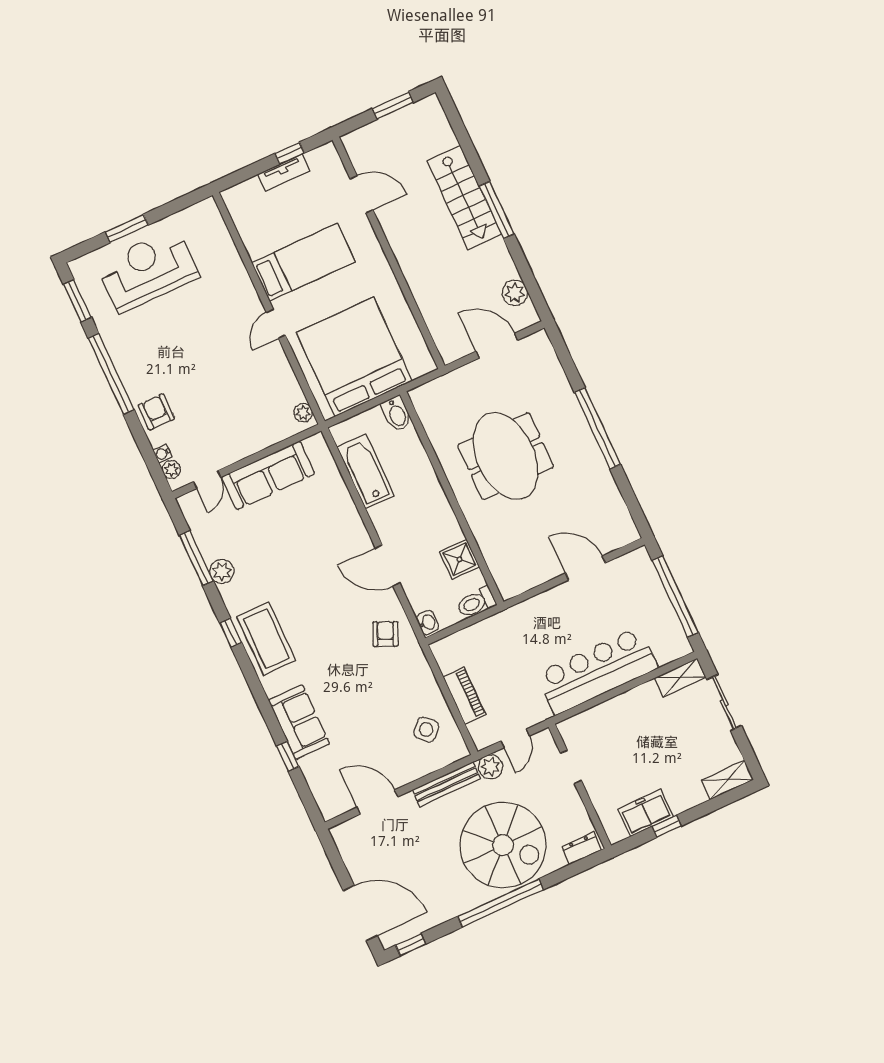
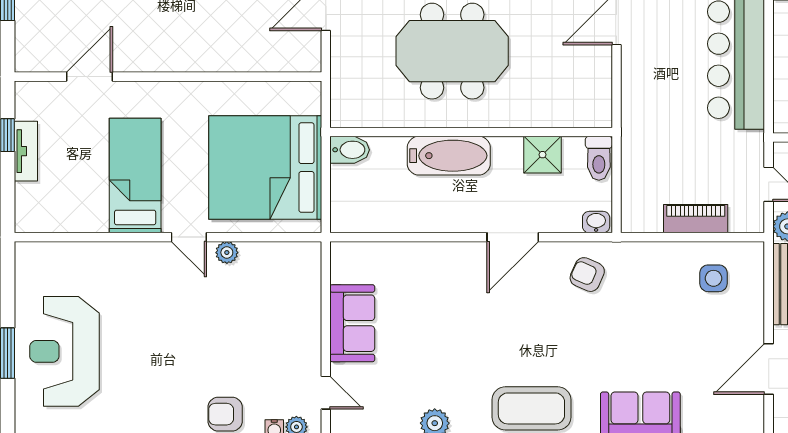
plant: (303, 413) -> (227, 253), moved
bathtub: (366, 471) -> (449, 156), moved, turned 180
sofa: (268, 475) -> (352, 323), width x0.73
side table: (426, 730) -> (714, 278), turned 45

